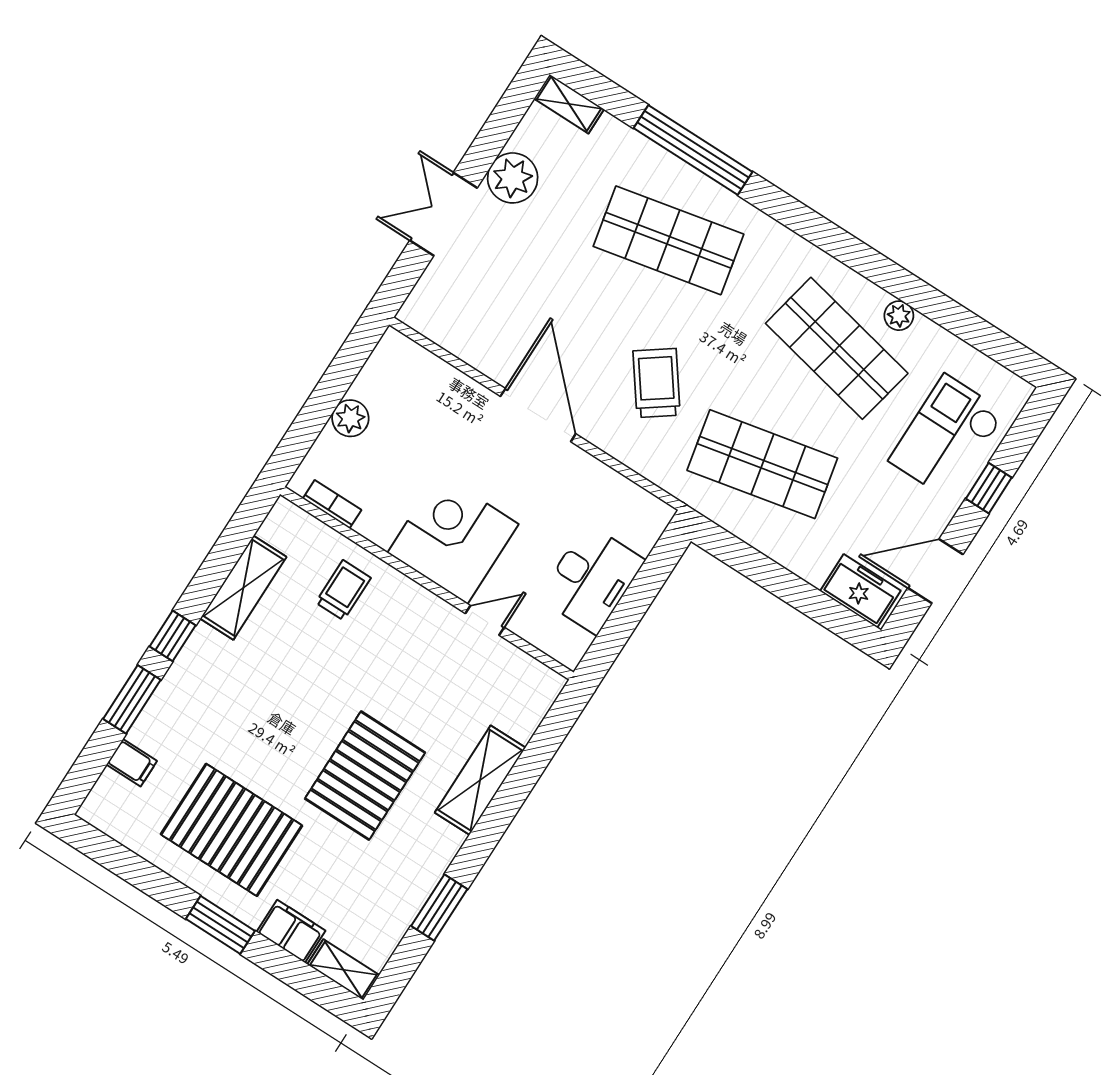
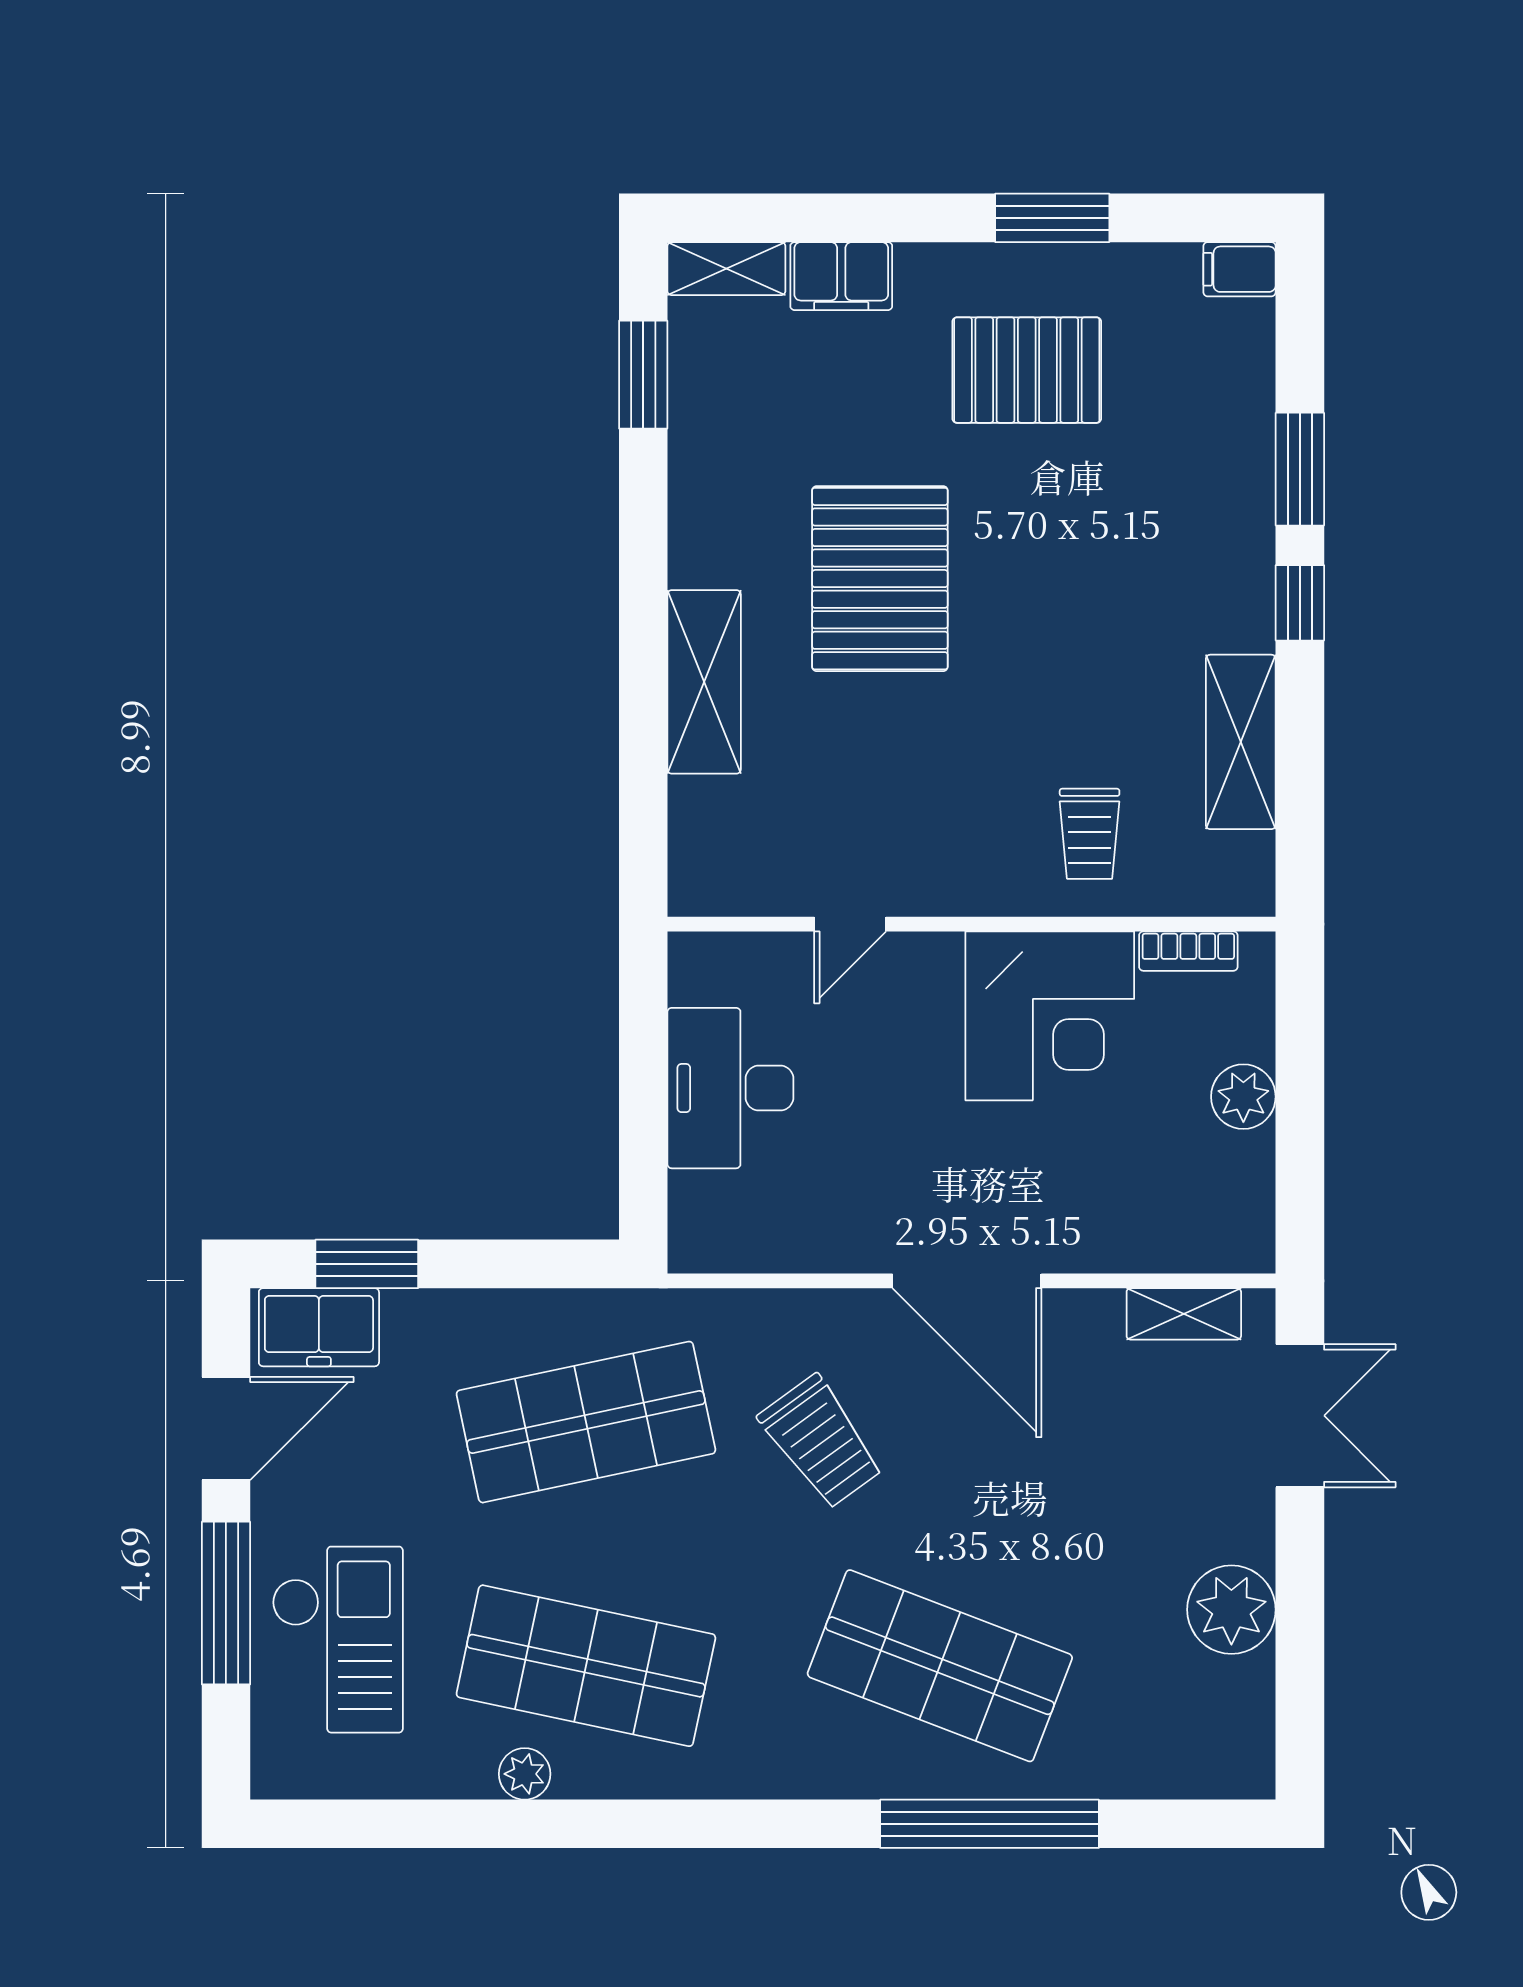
shelving: (569, 104) -> (1184, 1314), moved
double door: (443, 214) -> (1300, 1416), moved
shop shelf: (668, 240) -> (940, 1666), turned 33
window: (989, 488) -> (226, 1603), width x2.17
corner desk: (453, 538) -> (1050, 1016), moved
window: (818, 606) -> (367, 1264), added
filing cabinet: (132, 763) -> (1239, 269), moved
pallet: (232, 830) -> (1027, 370), width x0.73, depth x0.71
window: (439, 908) -> (643, 375), moved
window: (220, 925) -> (1052, 218), moved

